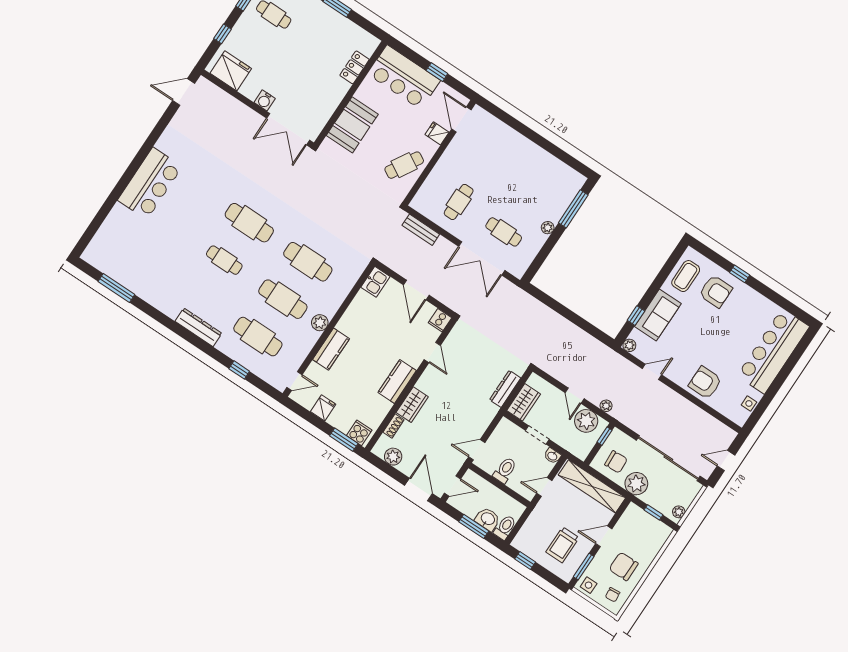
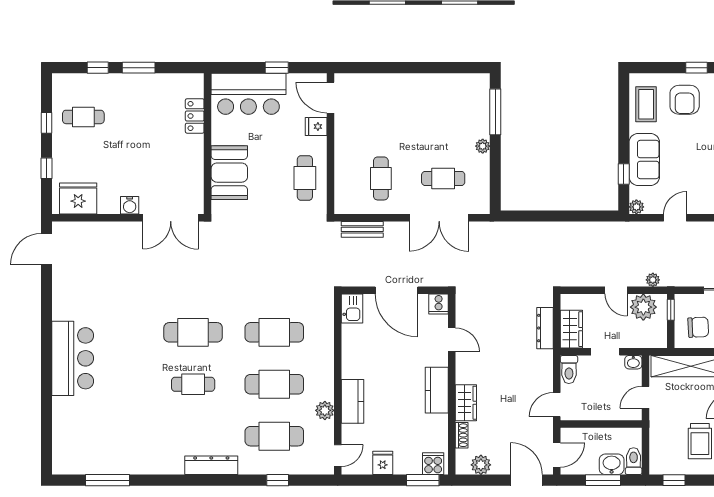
cafe table: (404, 165) -> (305, 178), turned -30
door: (416, 290) -> (396, 290), width x1.36
armchair: (716, 291) -> (685, 100), turned 90
plant: (320, 323) -> (325, 410), moved
toilet: (505, 470) -> (569, 369), moved, turned 180

